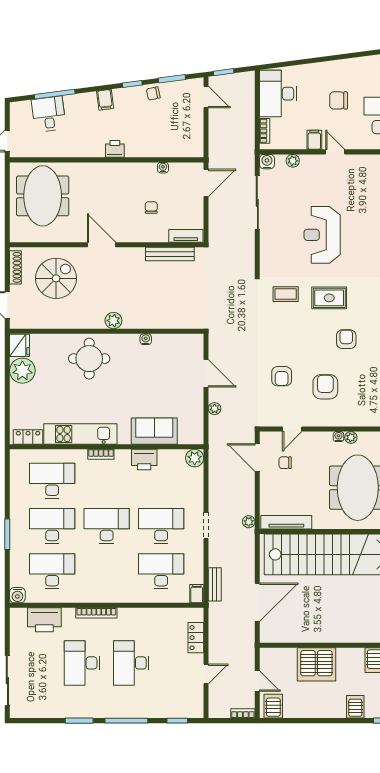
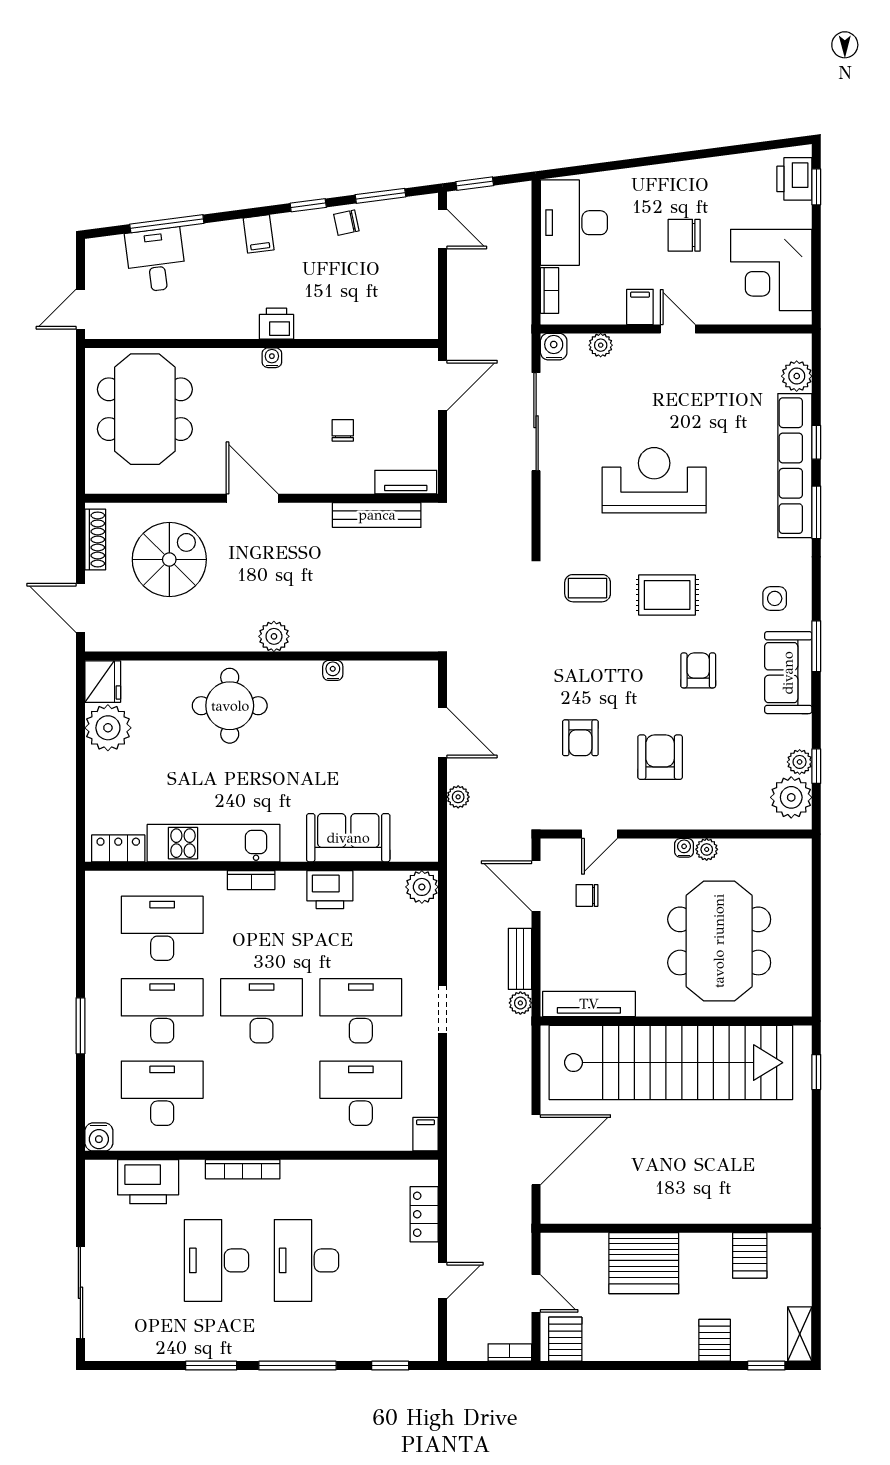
water cooler: (163, 168) -> (272, 358), moved
reception desk: (322, 235) -> (654, 480), turned 90
bench: (215, 584) -> (520, 959), moved

